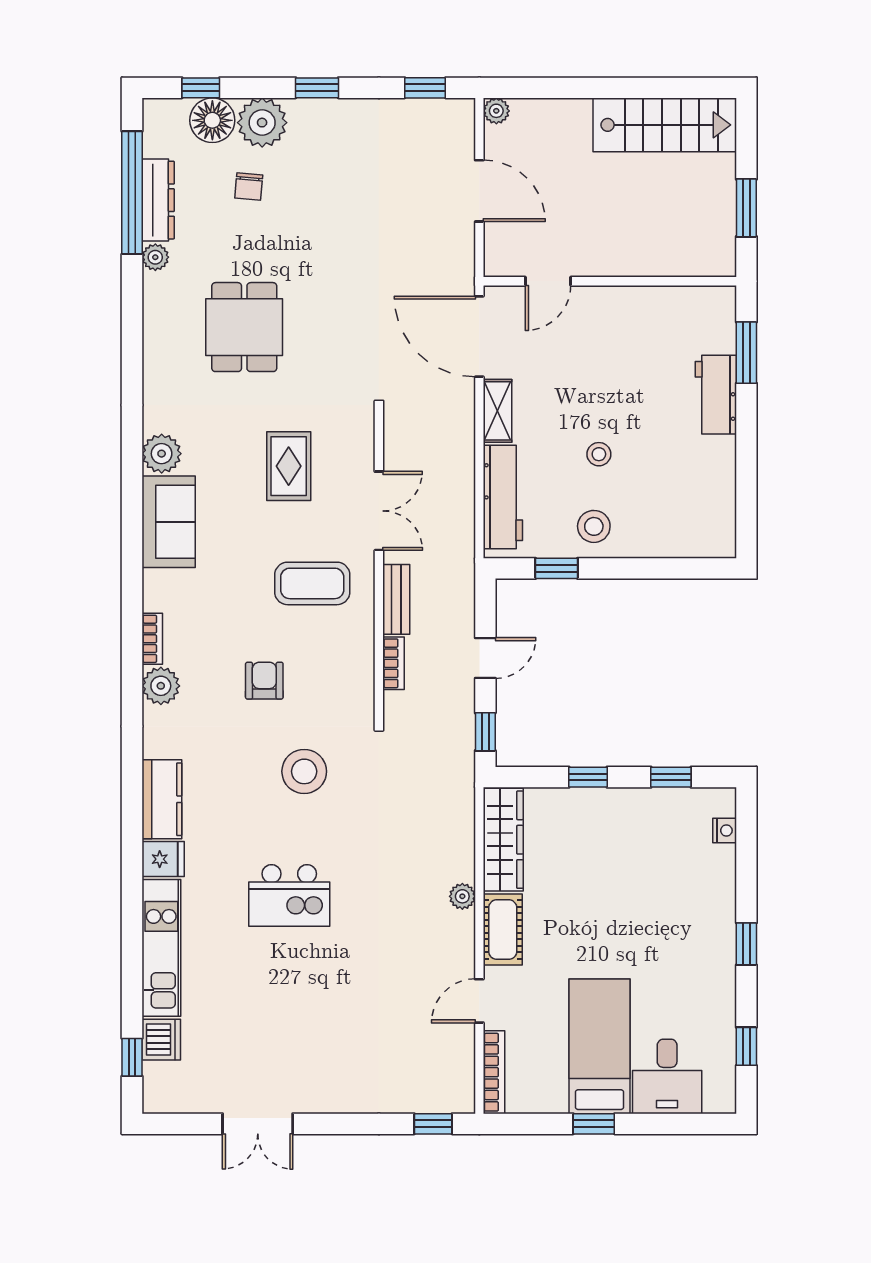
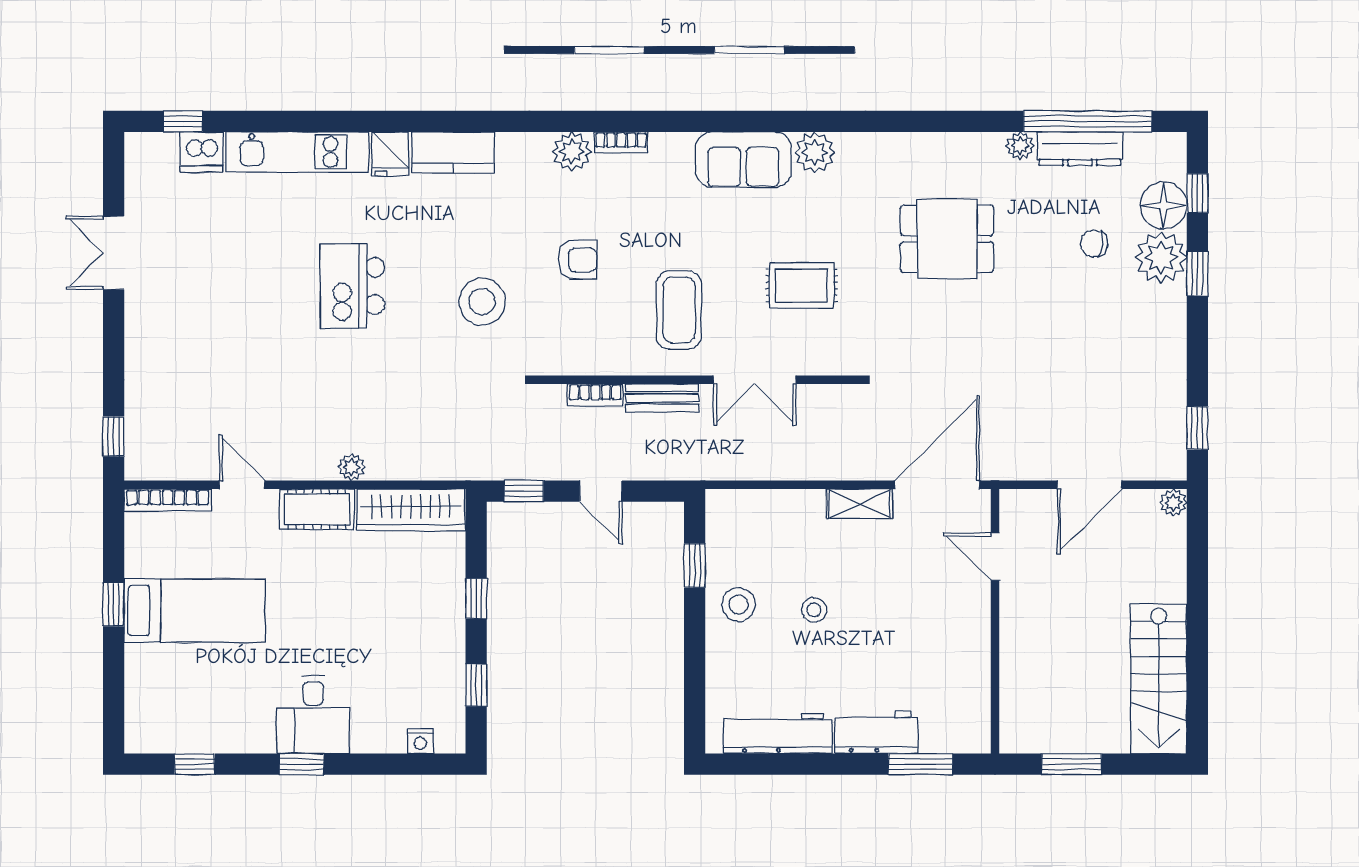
window: (317, 88) -> (1197, 273), moved
workbench: (503, 497) -> (778, 733), moved, turned 180
desk: (667, 1076) -> (313, 715), moved, turned -90

